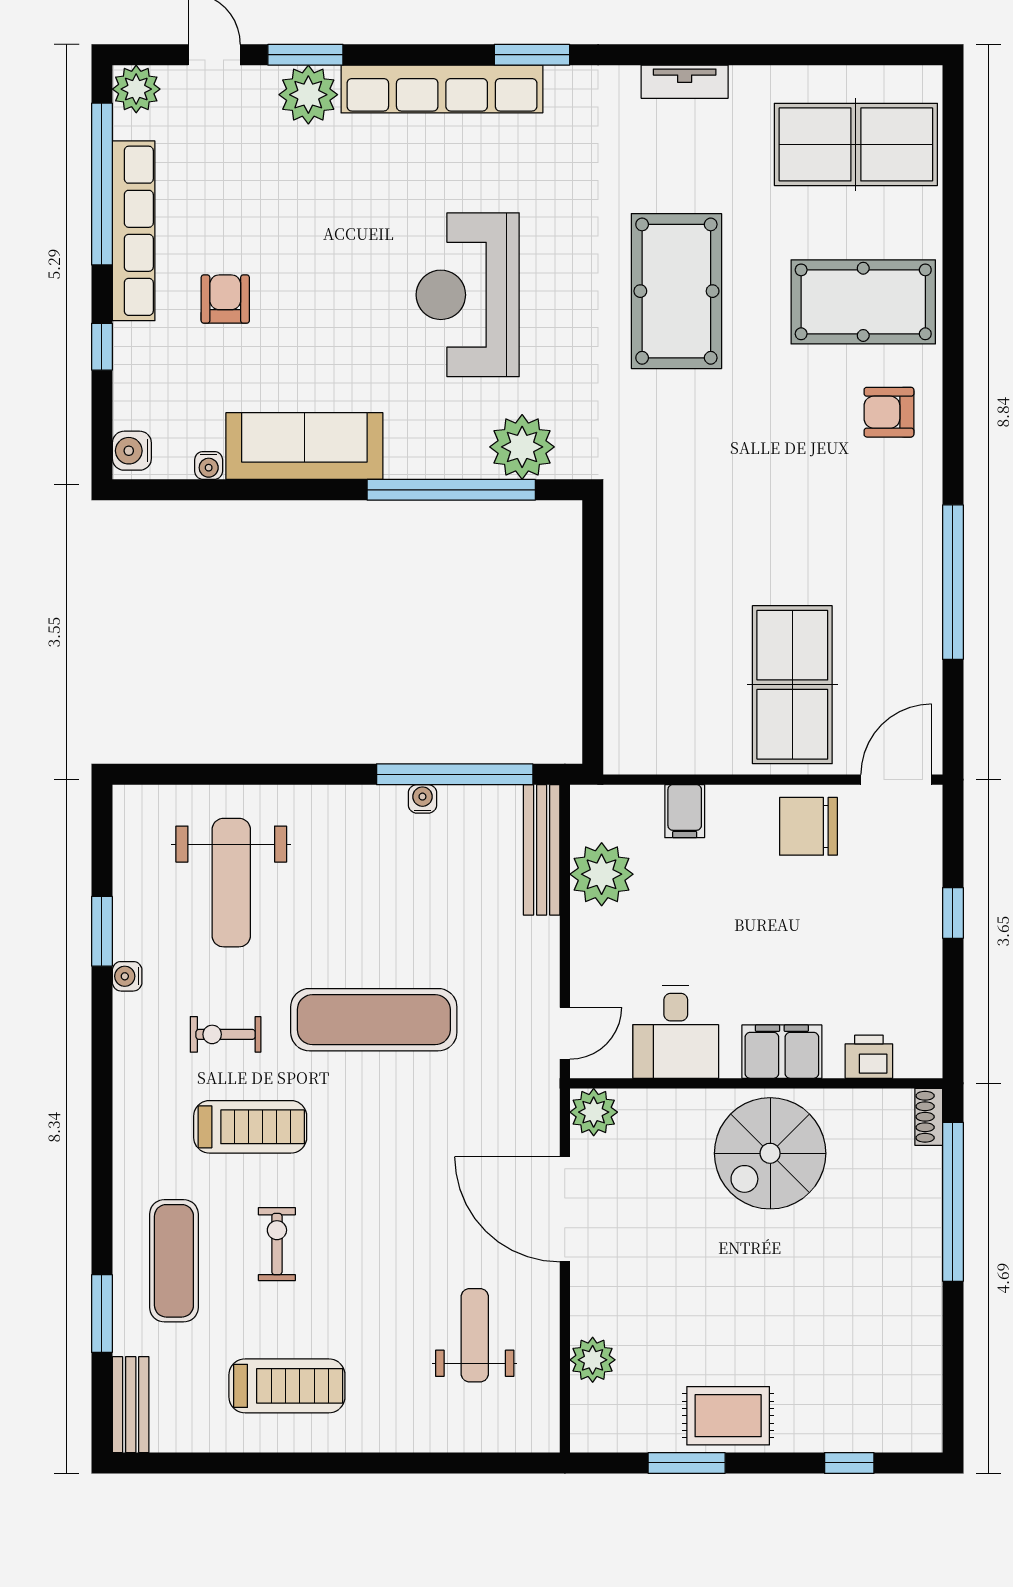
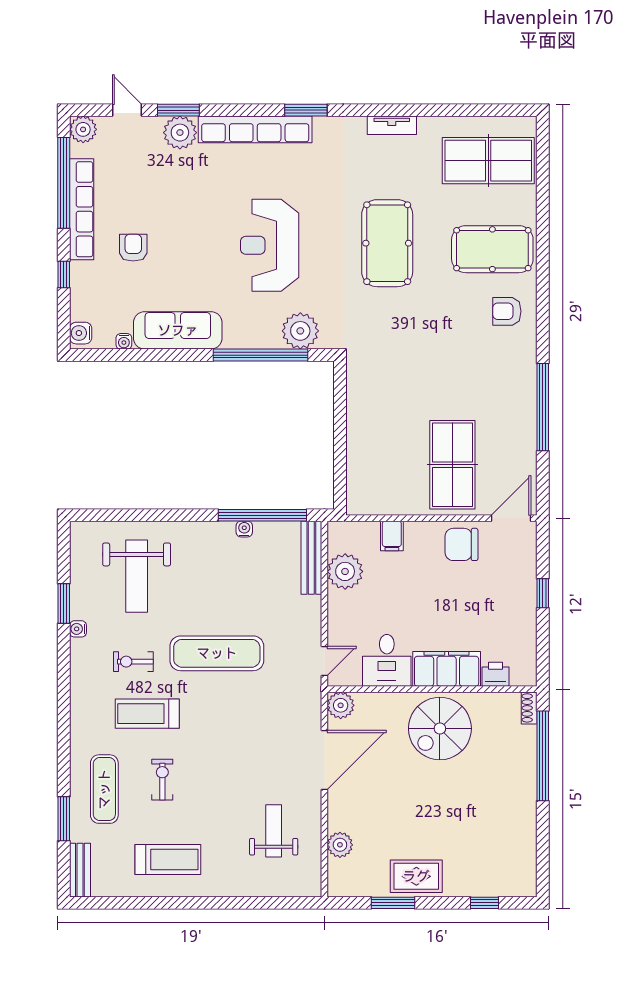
filing cabinet: (782, 1052) -> (447, 669), width x1.50, depth x1.17
treadmill: (250, 1127) -> (147, 714), turned 180
door: (565, 1209) -> (324, 760), swing flipped

